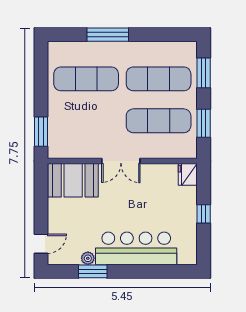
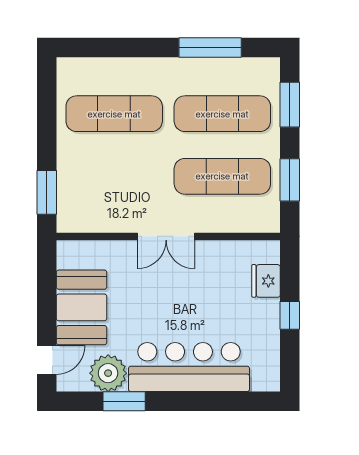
window: (108, 35) -> (210, 48), moved
fridge: (188, 174) -> (266, 281), moved
booth: (73, 180) -> (82, 307), moved, turned 90
plant: (88, 258) -> (108, 373), width x1.87, depth x1.87

